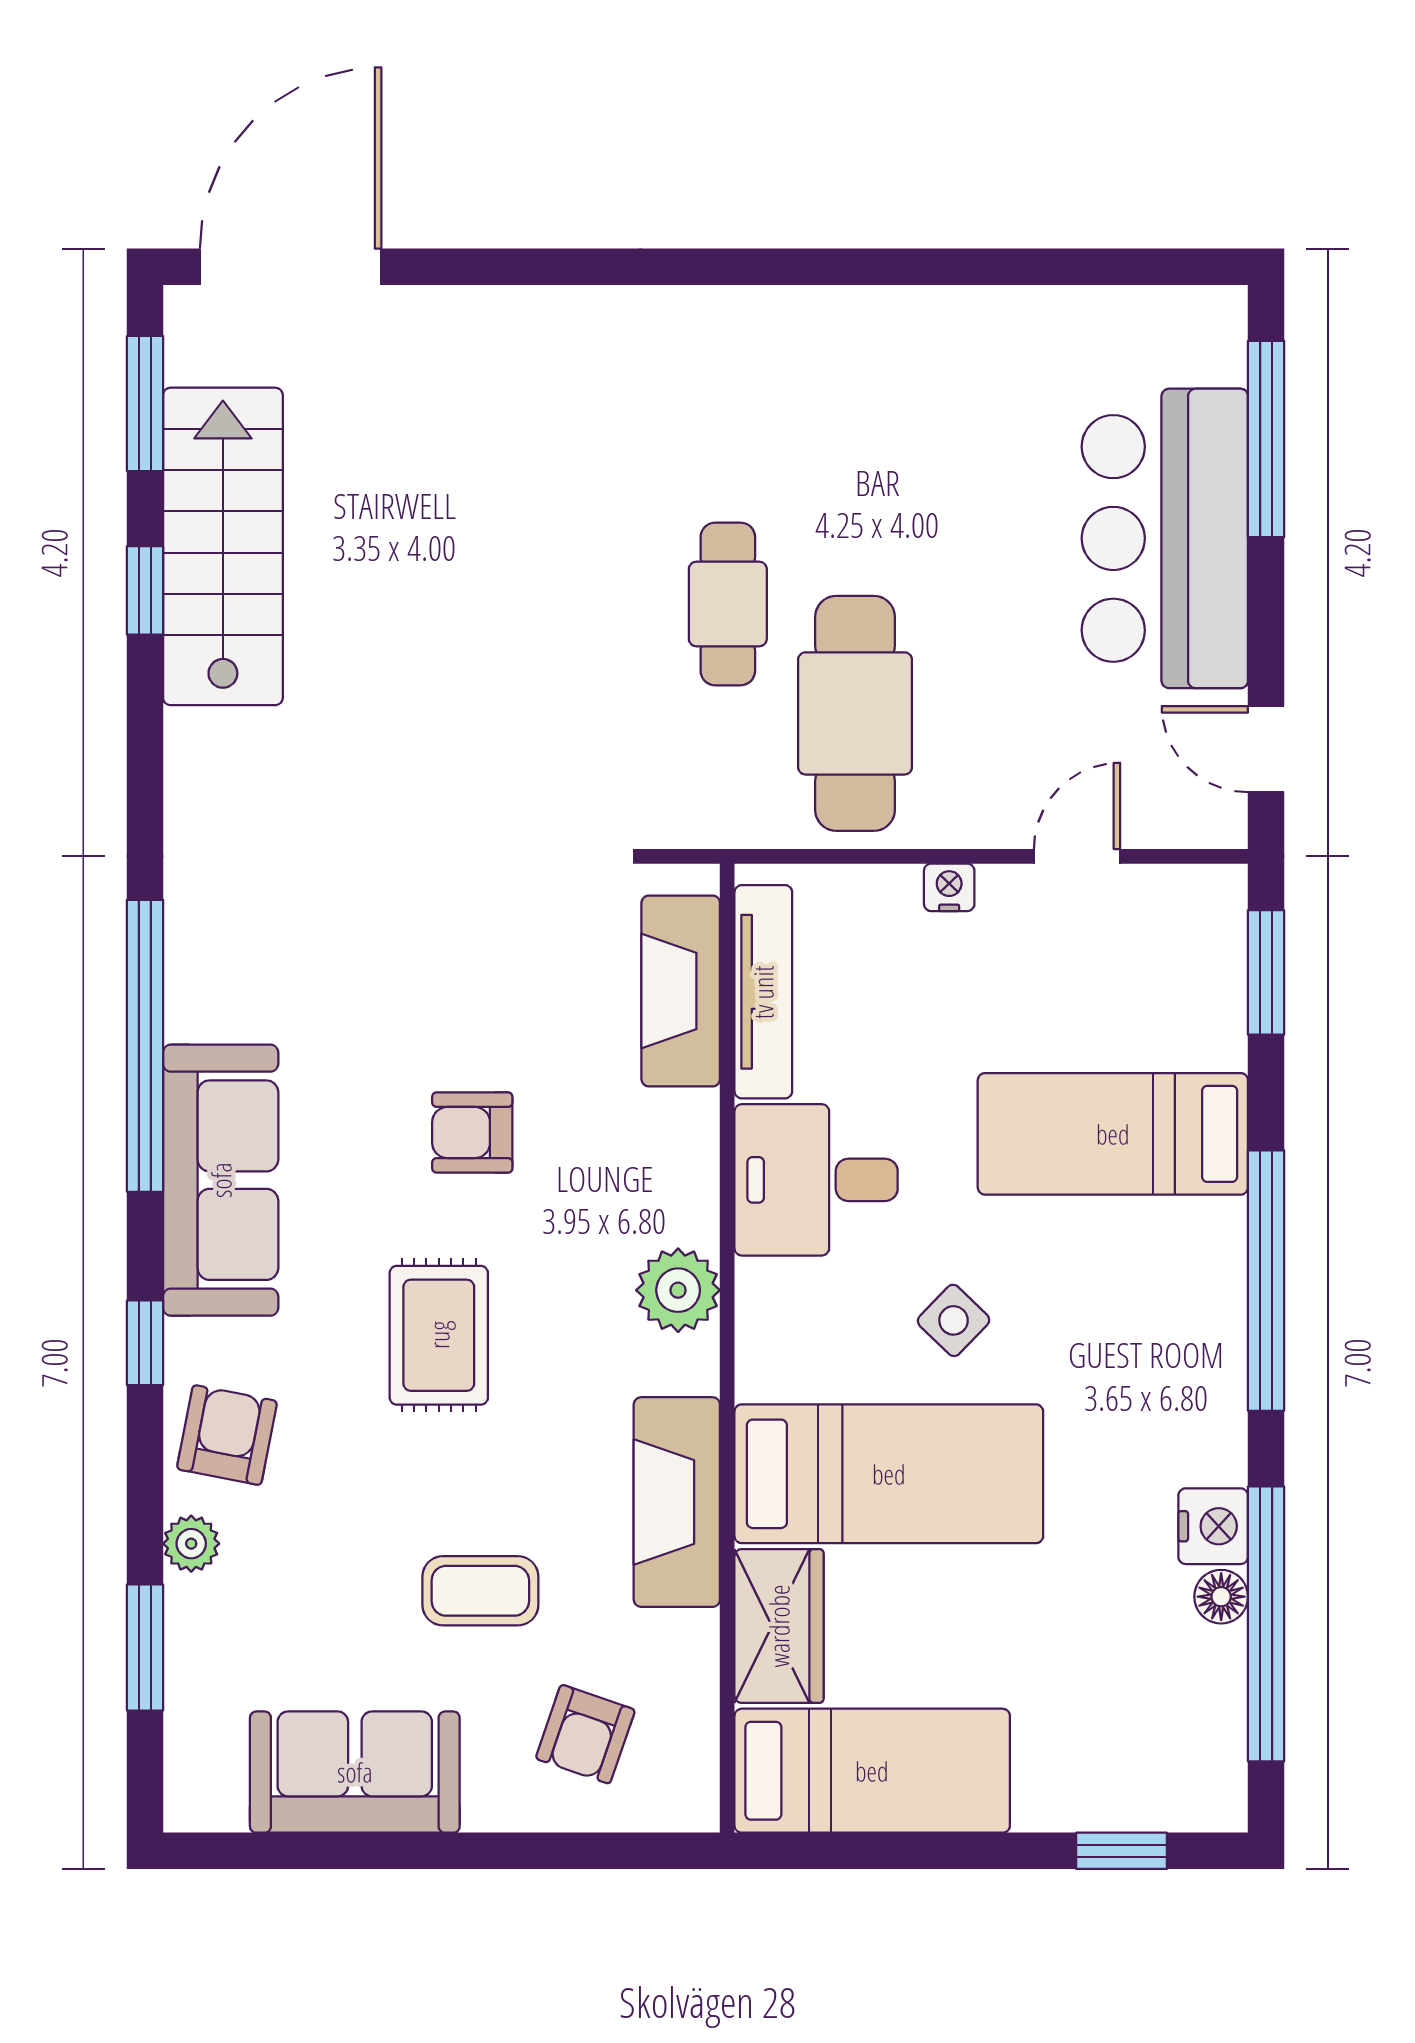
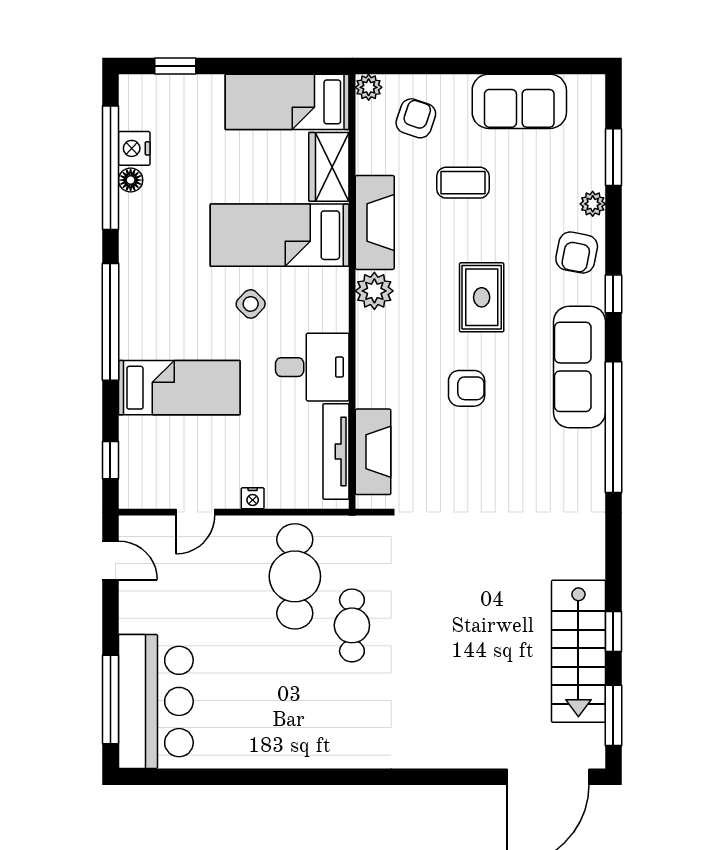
bar counter: (1165, 538) -> (156, 701), moved
window: (1266, 972) -> (110, 460), width x0.67
plant: (678, 1290) -> (374, 291), moved
nightstand: (1213, 1526) -> (134, 148), moved
plant: (691, 1803) -> (369, 87), added

